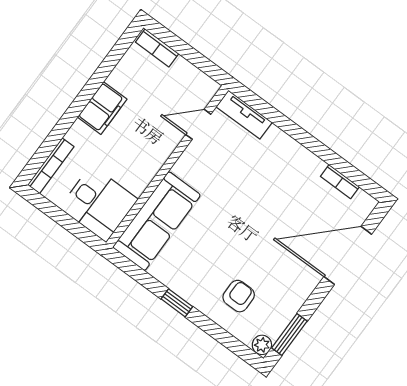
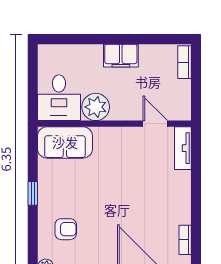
bookcase: (51, 166) -> (61, 50), removed
plant: (136, 173) -> (96, 107), added
sofa: (157, 221) -> (65, 142), width x0.73

